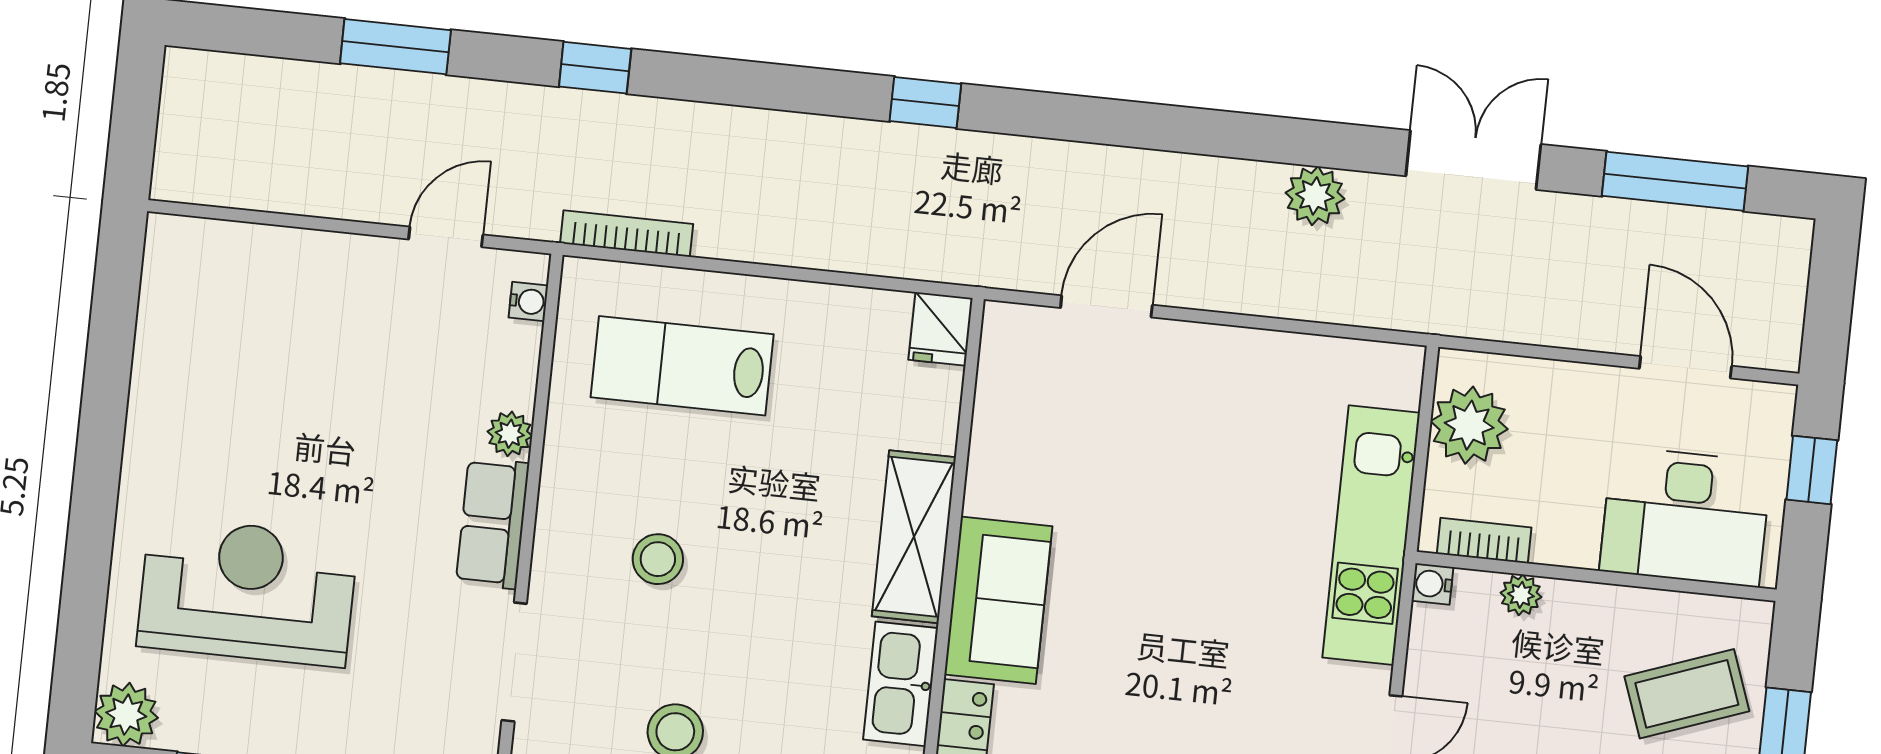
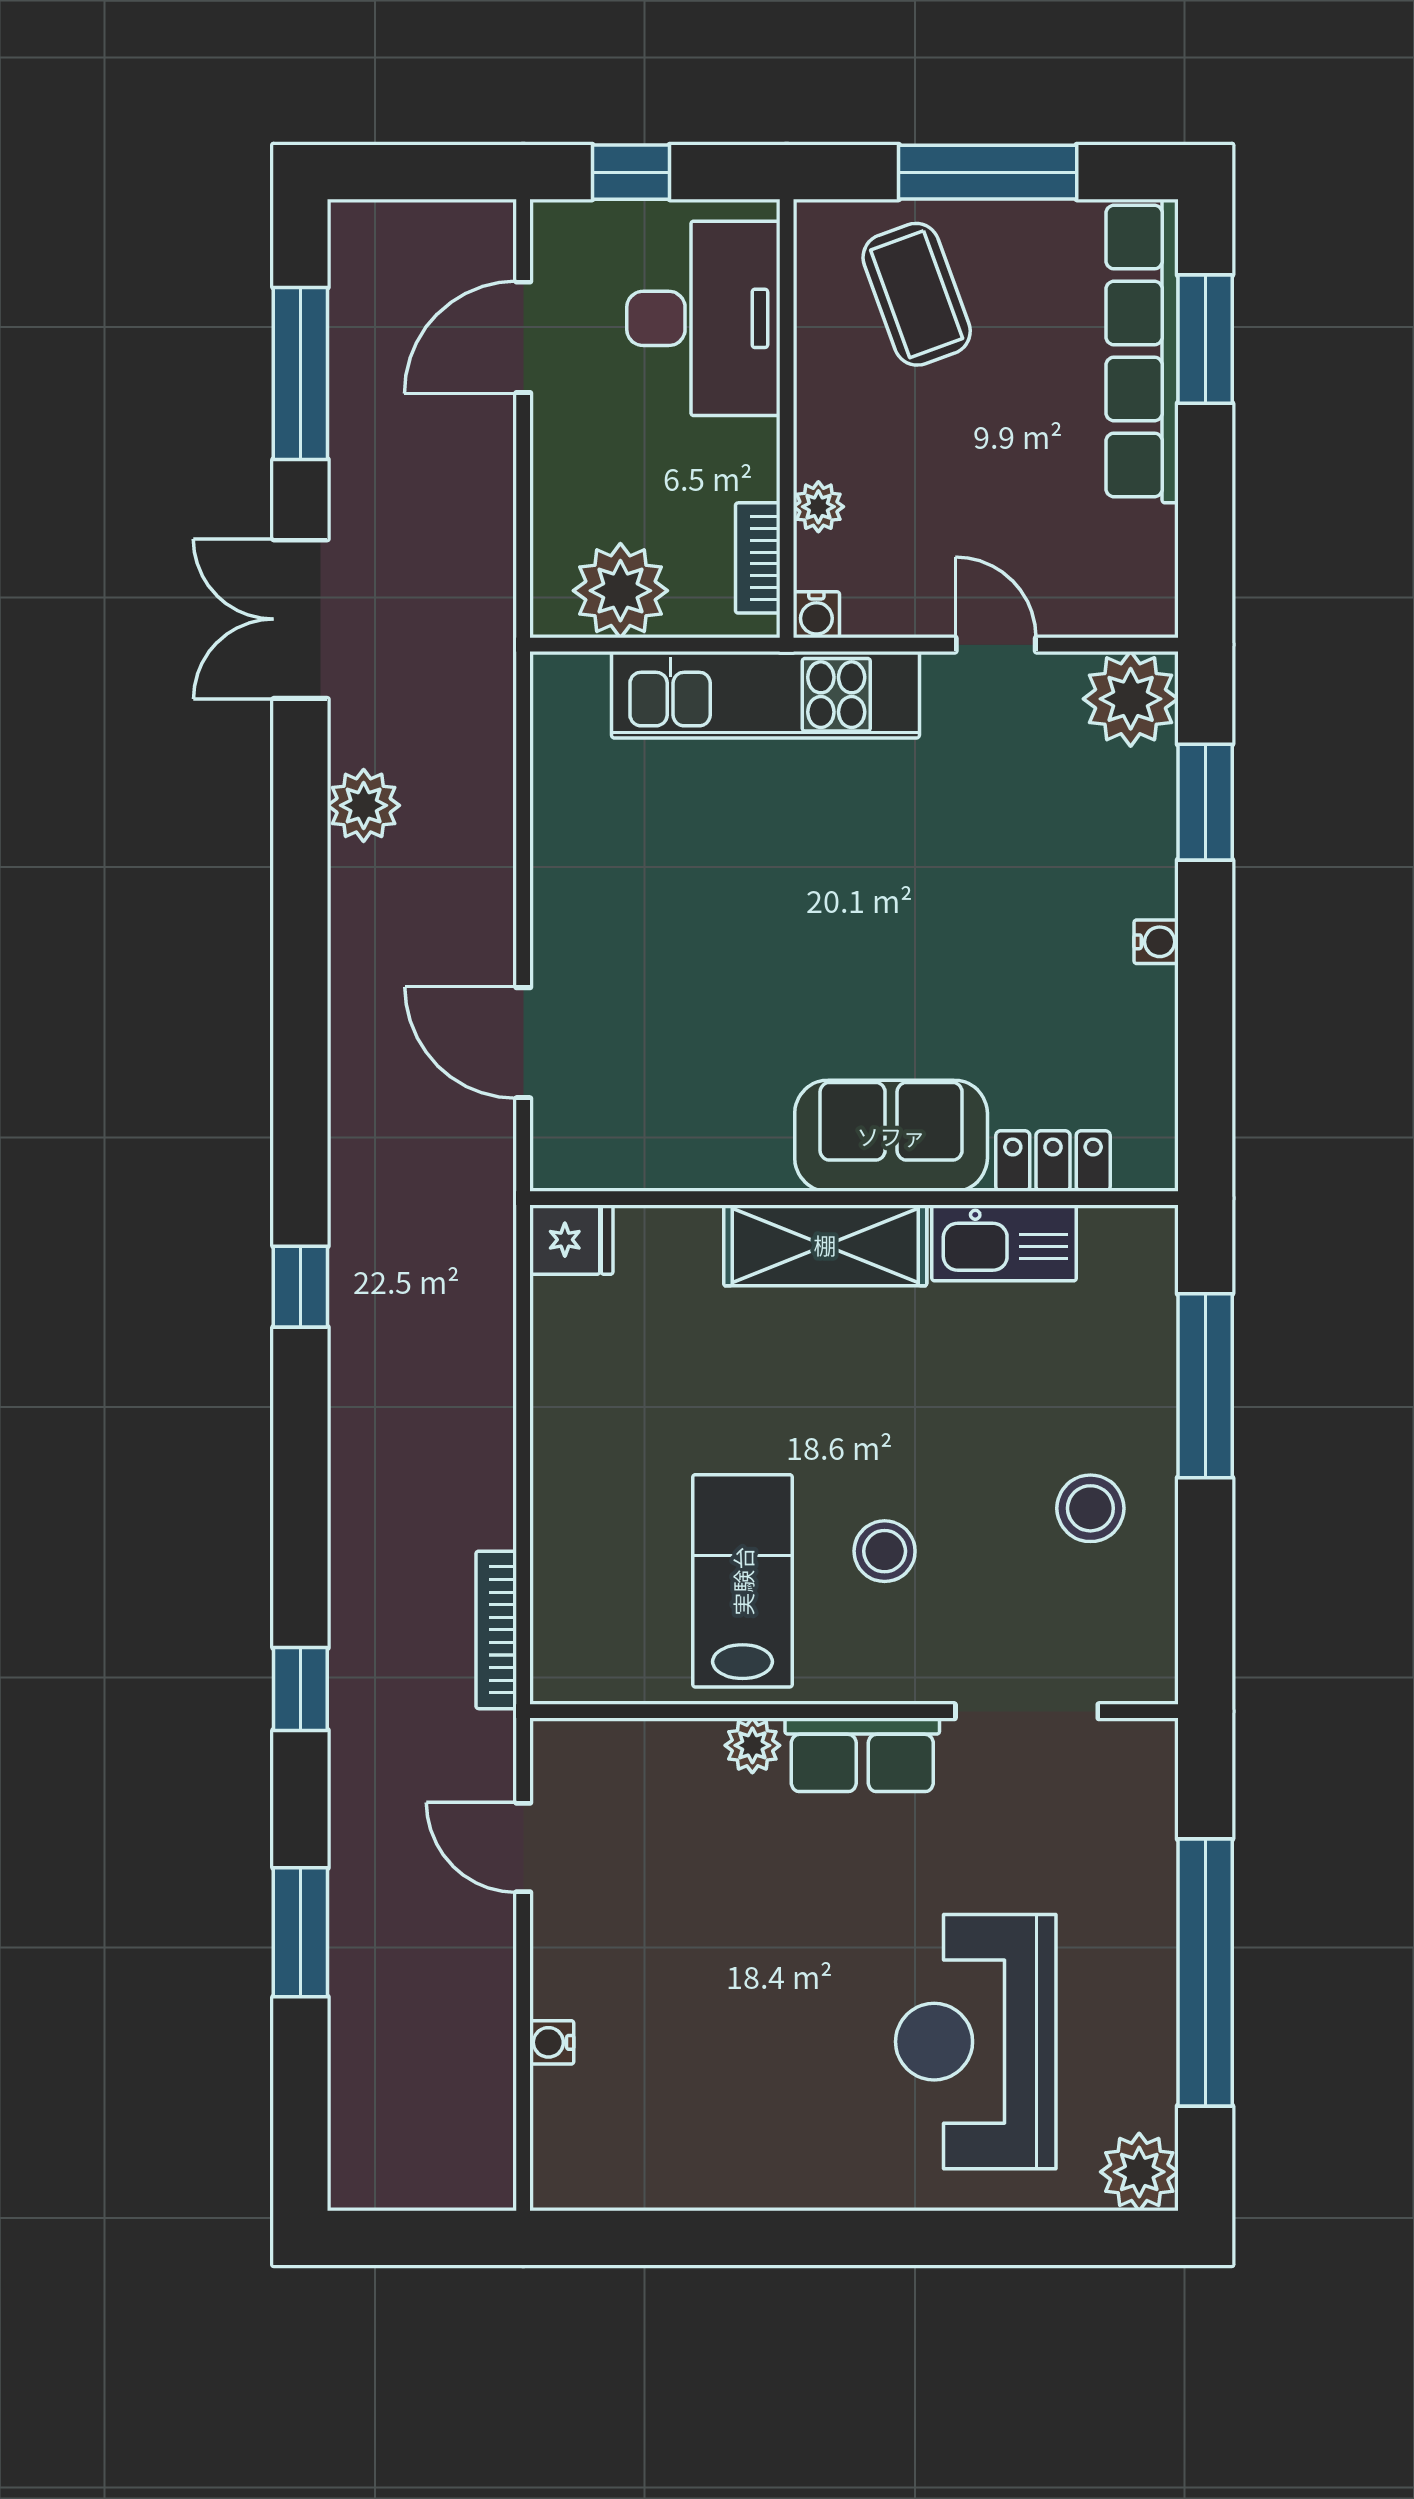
water cooler: (528, 301) -> (552, 2042), moved, turned -90
lab bench: (682, 366) -> (743, 1581), moved, turned 180

